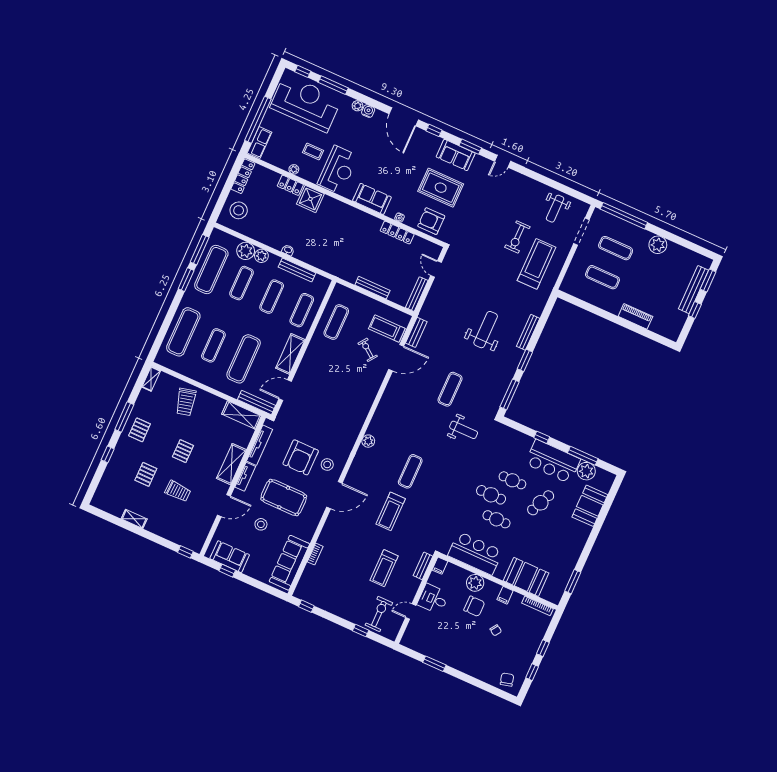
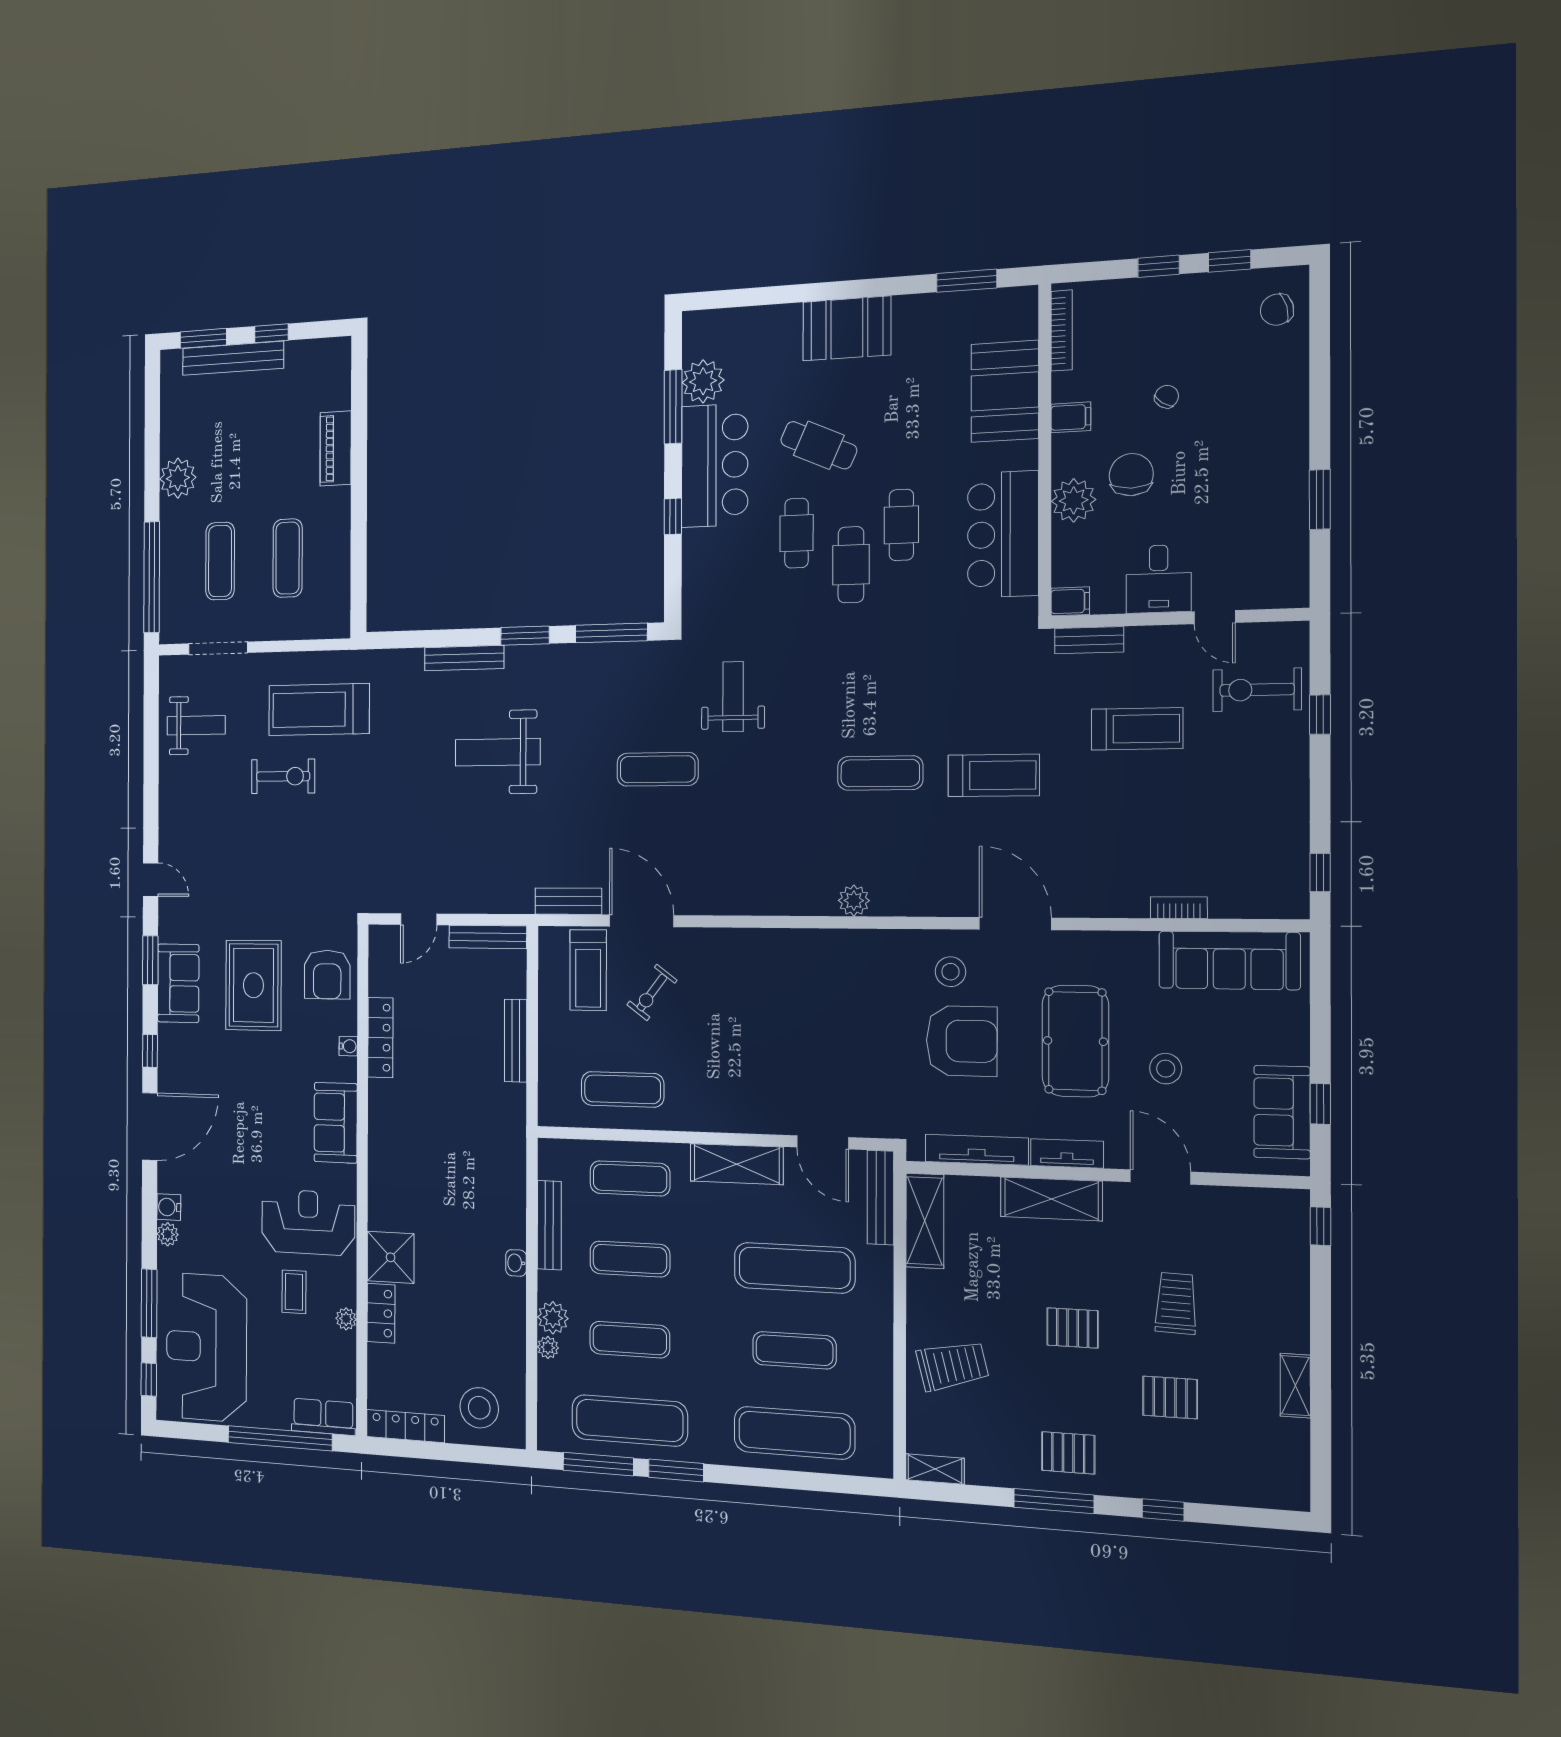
plant: (246, 251) -> (548, 1347), width x0.53, depth x0.53
booth: (590, 506) -> (847, 328), moved

